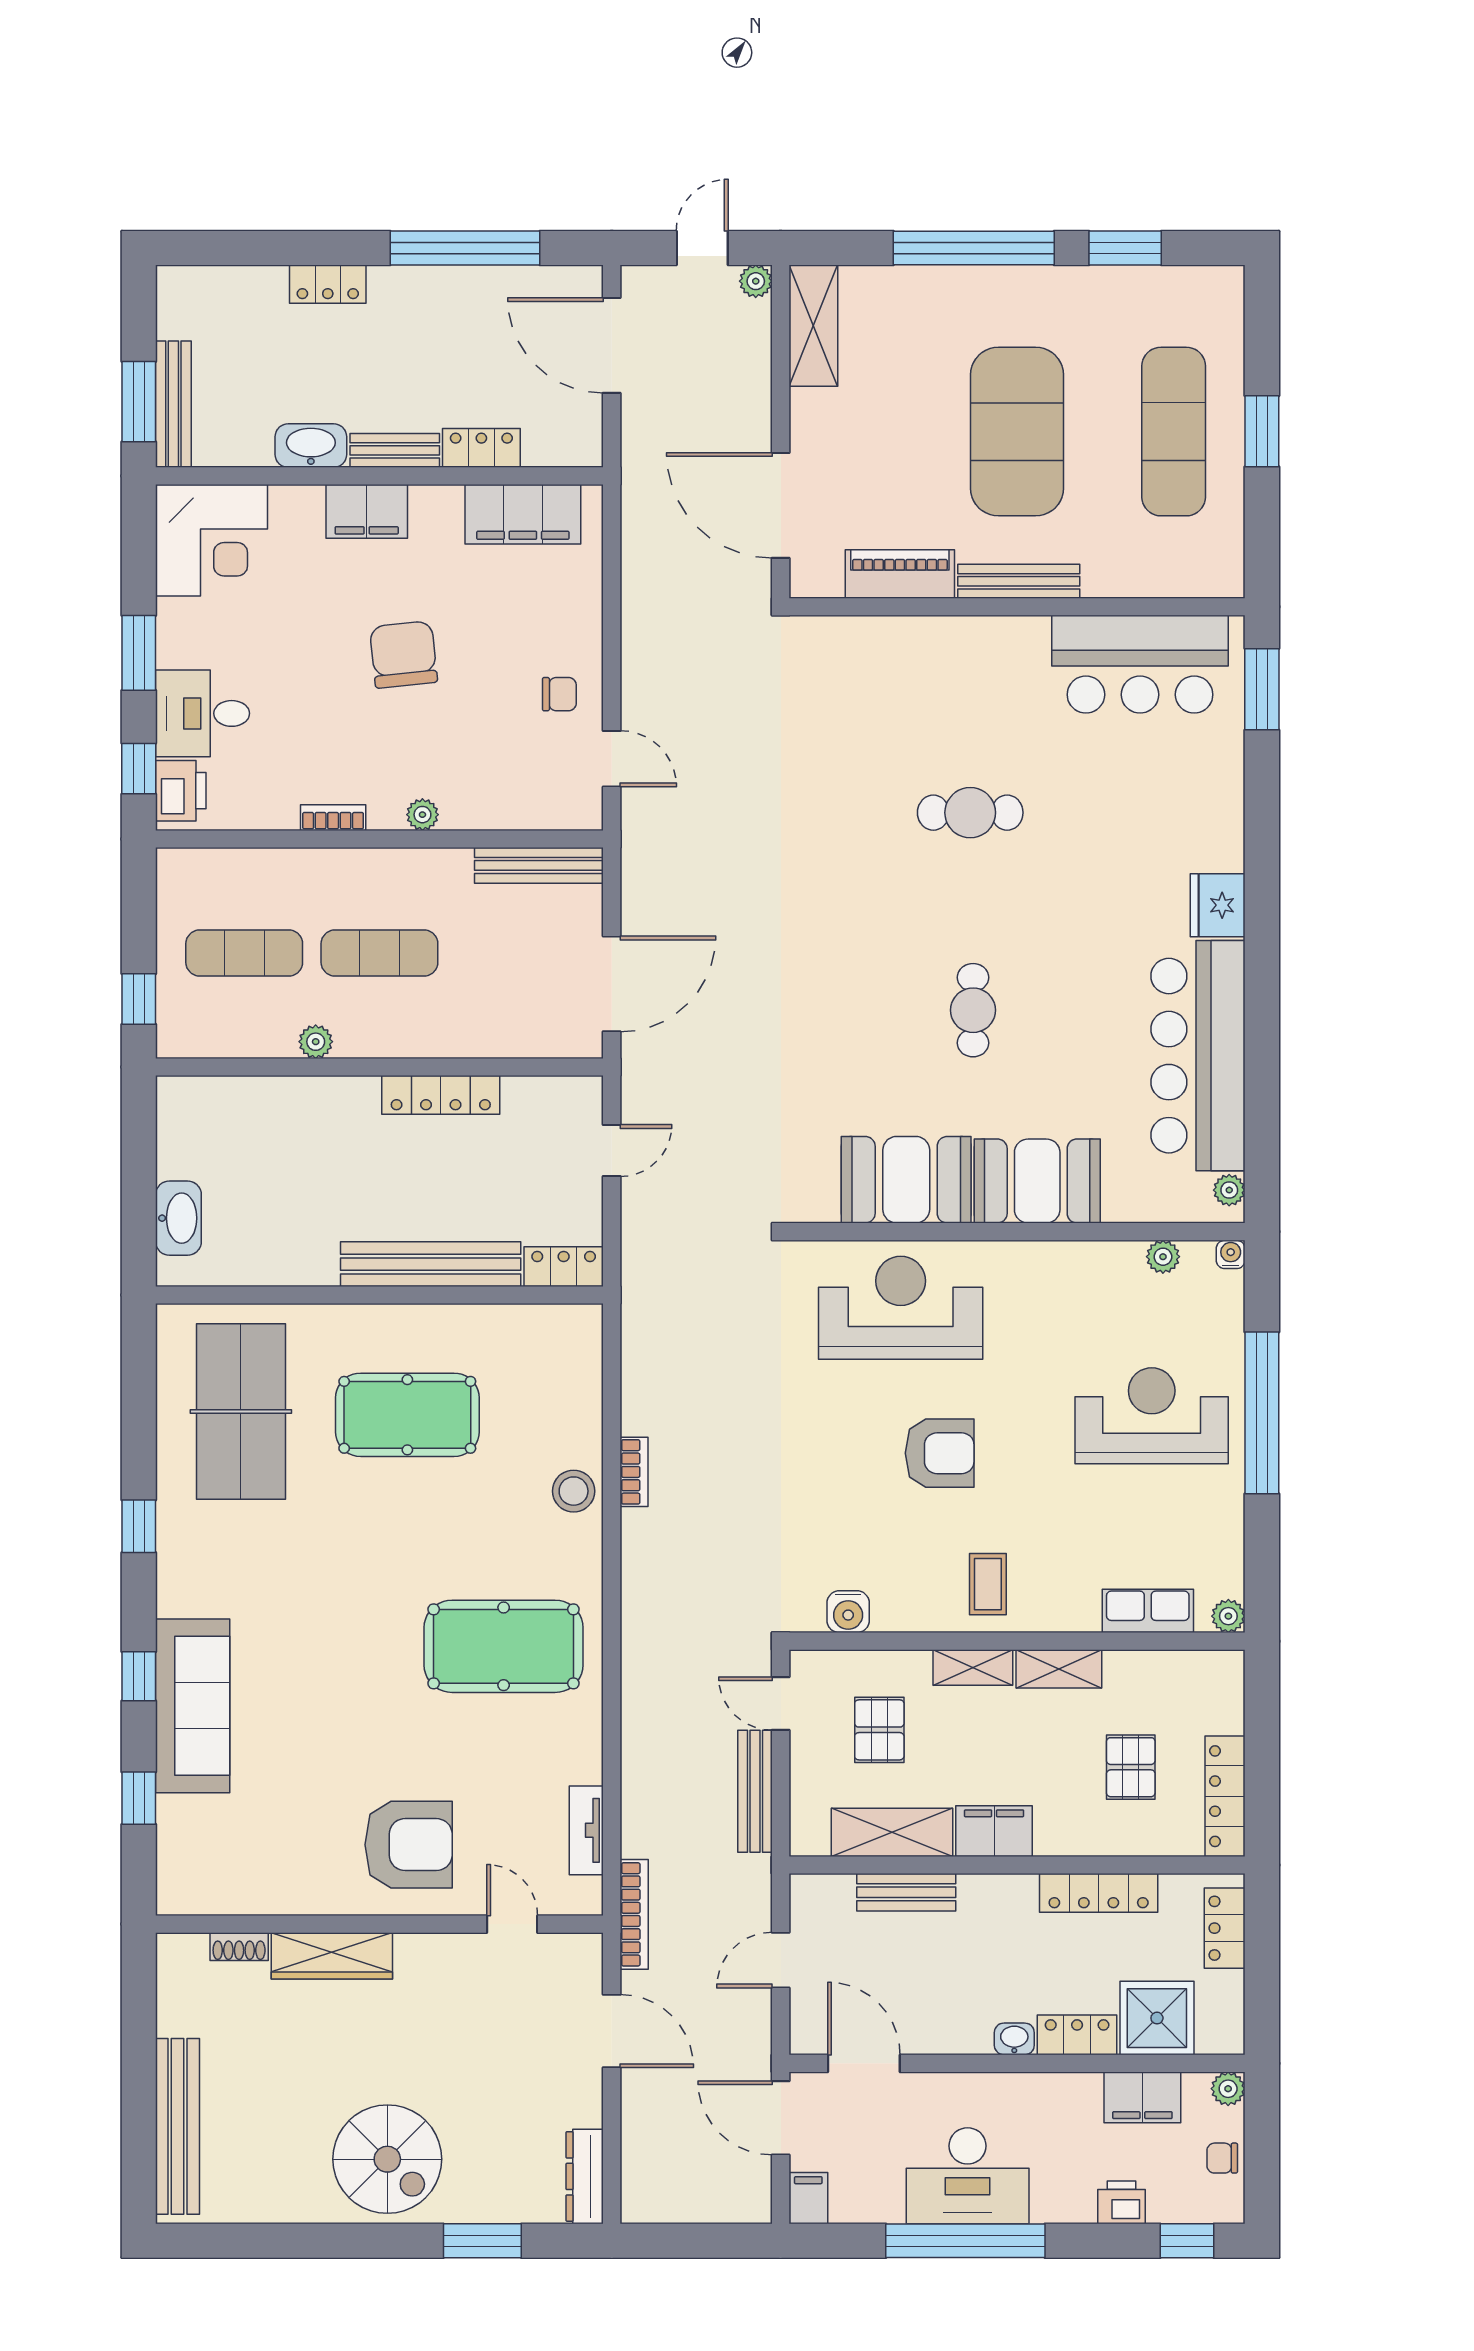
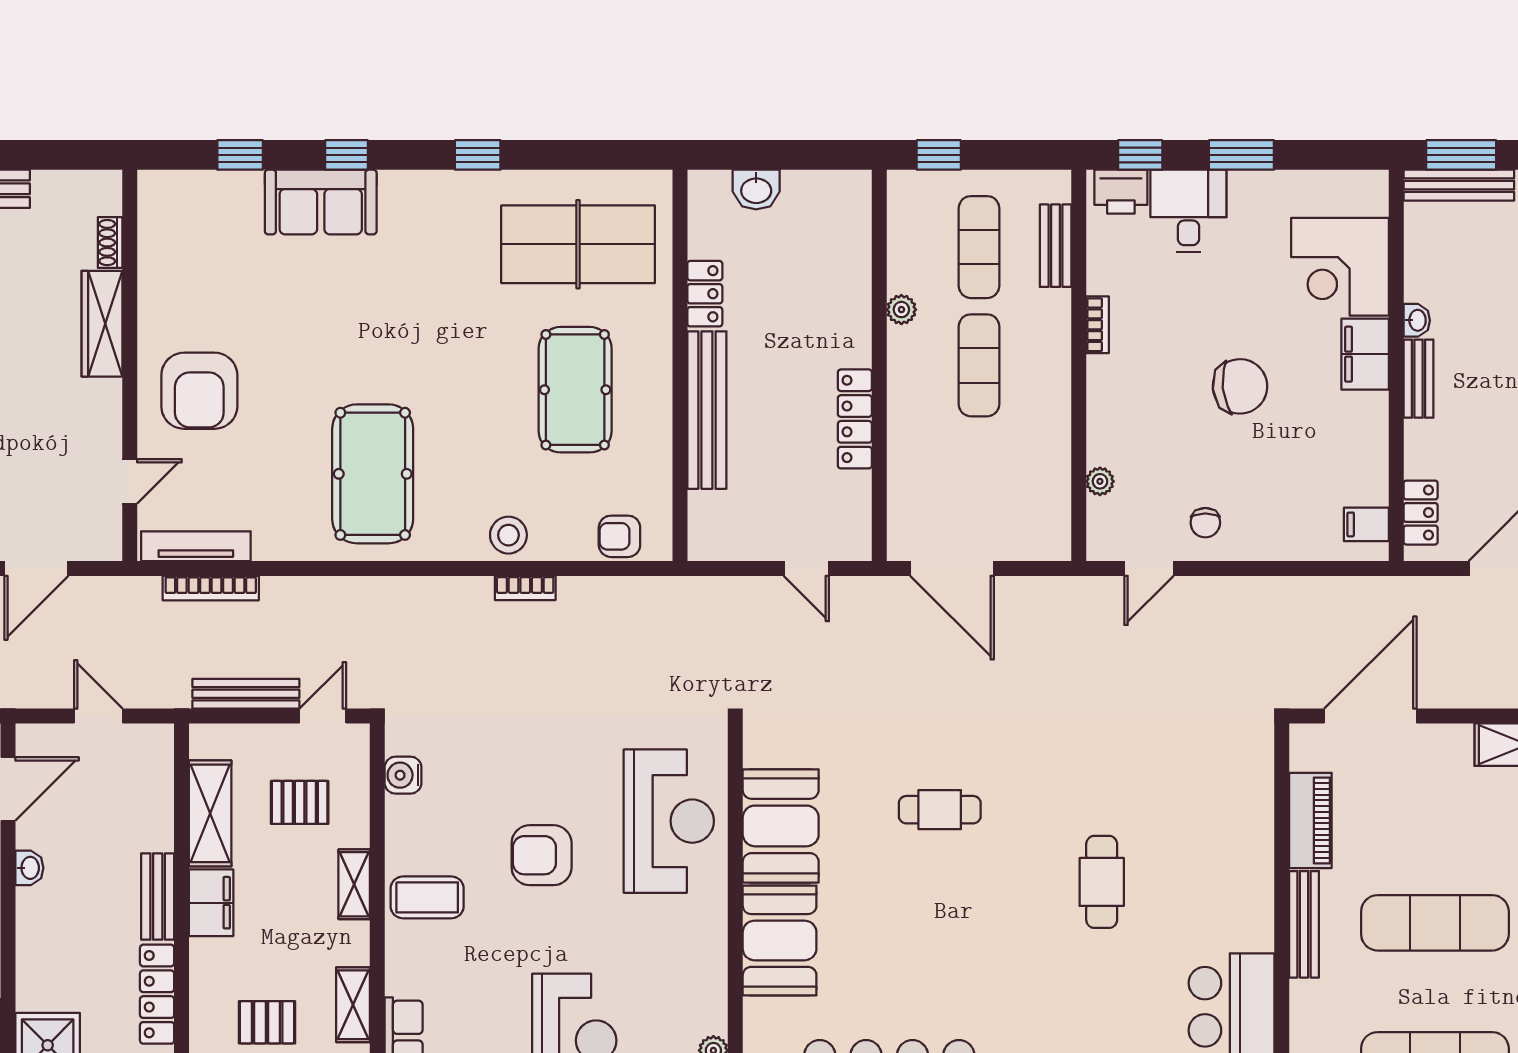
exercise mat: (1017, 432) -> (1435, 923), width x0.68
washbasin: (311, 446) -> (1417, 320), width x0.52, depth x0.69
locker: (481, 448) -> (1421, 513), moved
filing cabinet: (523, 514) -> (1366, 524), width x0.33, depth x0.86
corner desk: (212, 540) -> (1340, 267), moved
plant: (422, 815) -> (1100, 481), moved
bench: (539, 865) -> (1056, 246), moved, width x0.73
cafe table: (973, 1010) -> (940, 810), moved
washbasin: (178, 1218) -> (756, 190), width x0.72
locker: (564, 1267) -> (705, 294), moved
armchair: (575, 1364) -> (619, 536), added
armchair: (940, 1453) -> (542, 855), turned 90
coffee table: (988, 1584) -> (427, 897), width x1.36, depth x1.30
shelving: (1059, 1669) -> (353, 1005), moved
sofa: (193, 1706) -> (321, 202), width x0.73
tv unit: (586, 1830) -> (196, 546), width x1.41
bench: (906, 1892) -> (158, 896), moved
bookcase: (634, 1914) -> (211, 588), moved
locker: (1077, 2035) -> (33, 975), removed
washbasin: (1014, 2039) -> (29, 868), moved

